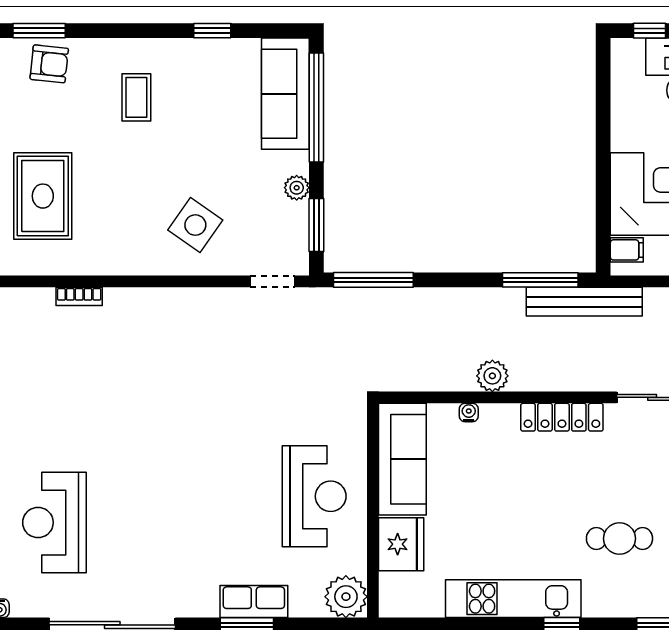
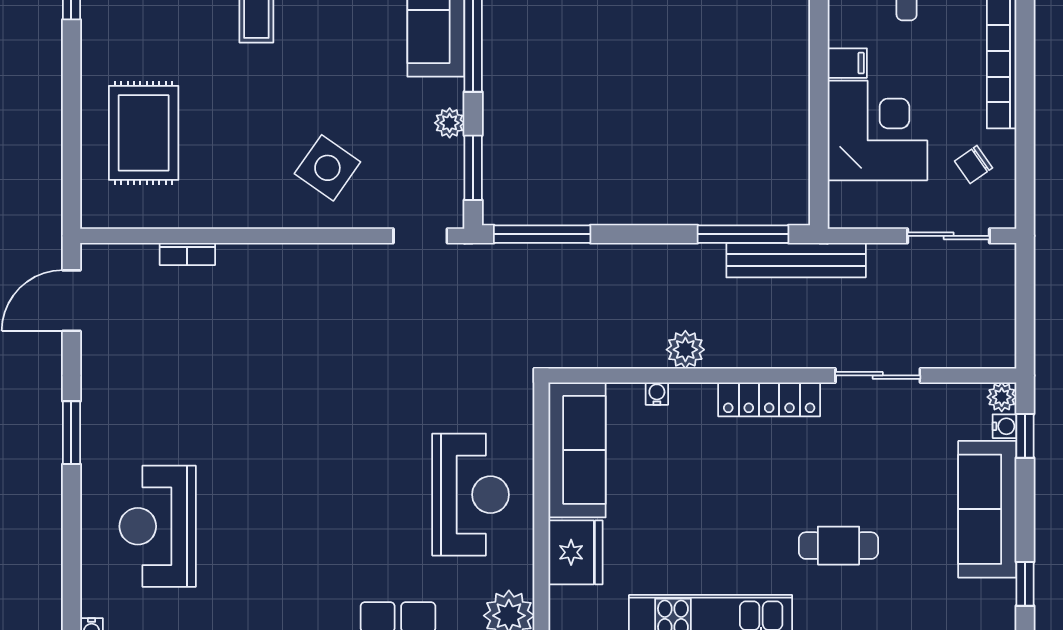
filing cabinet: (627, 250) -> (847, 63), moved

